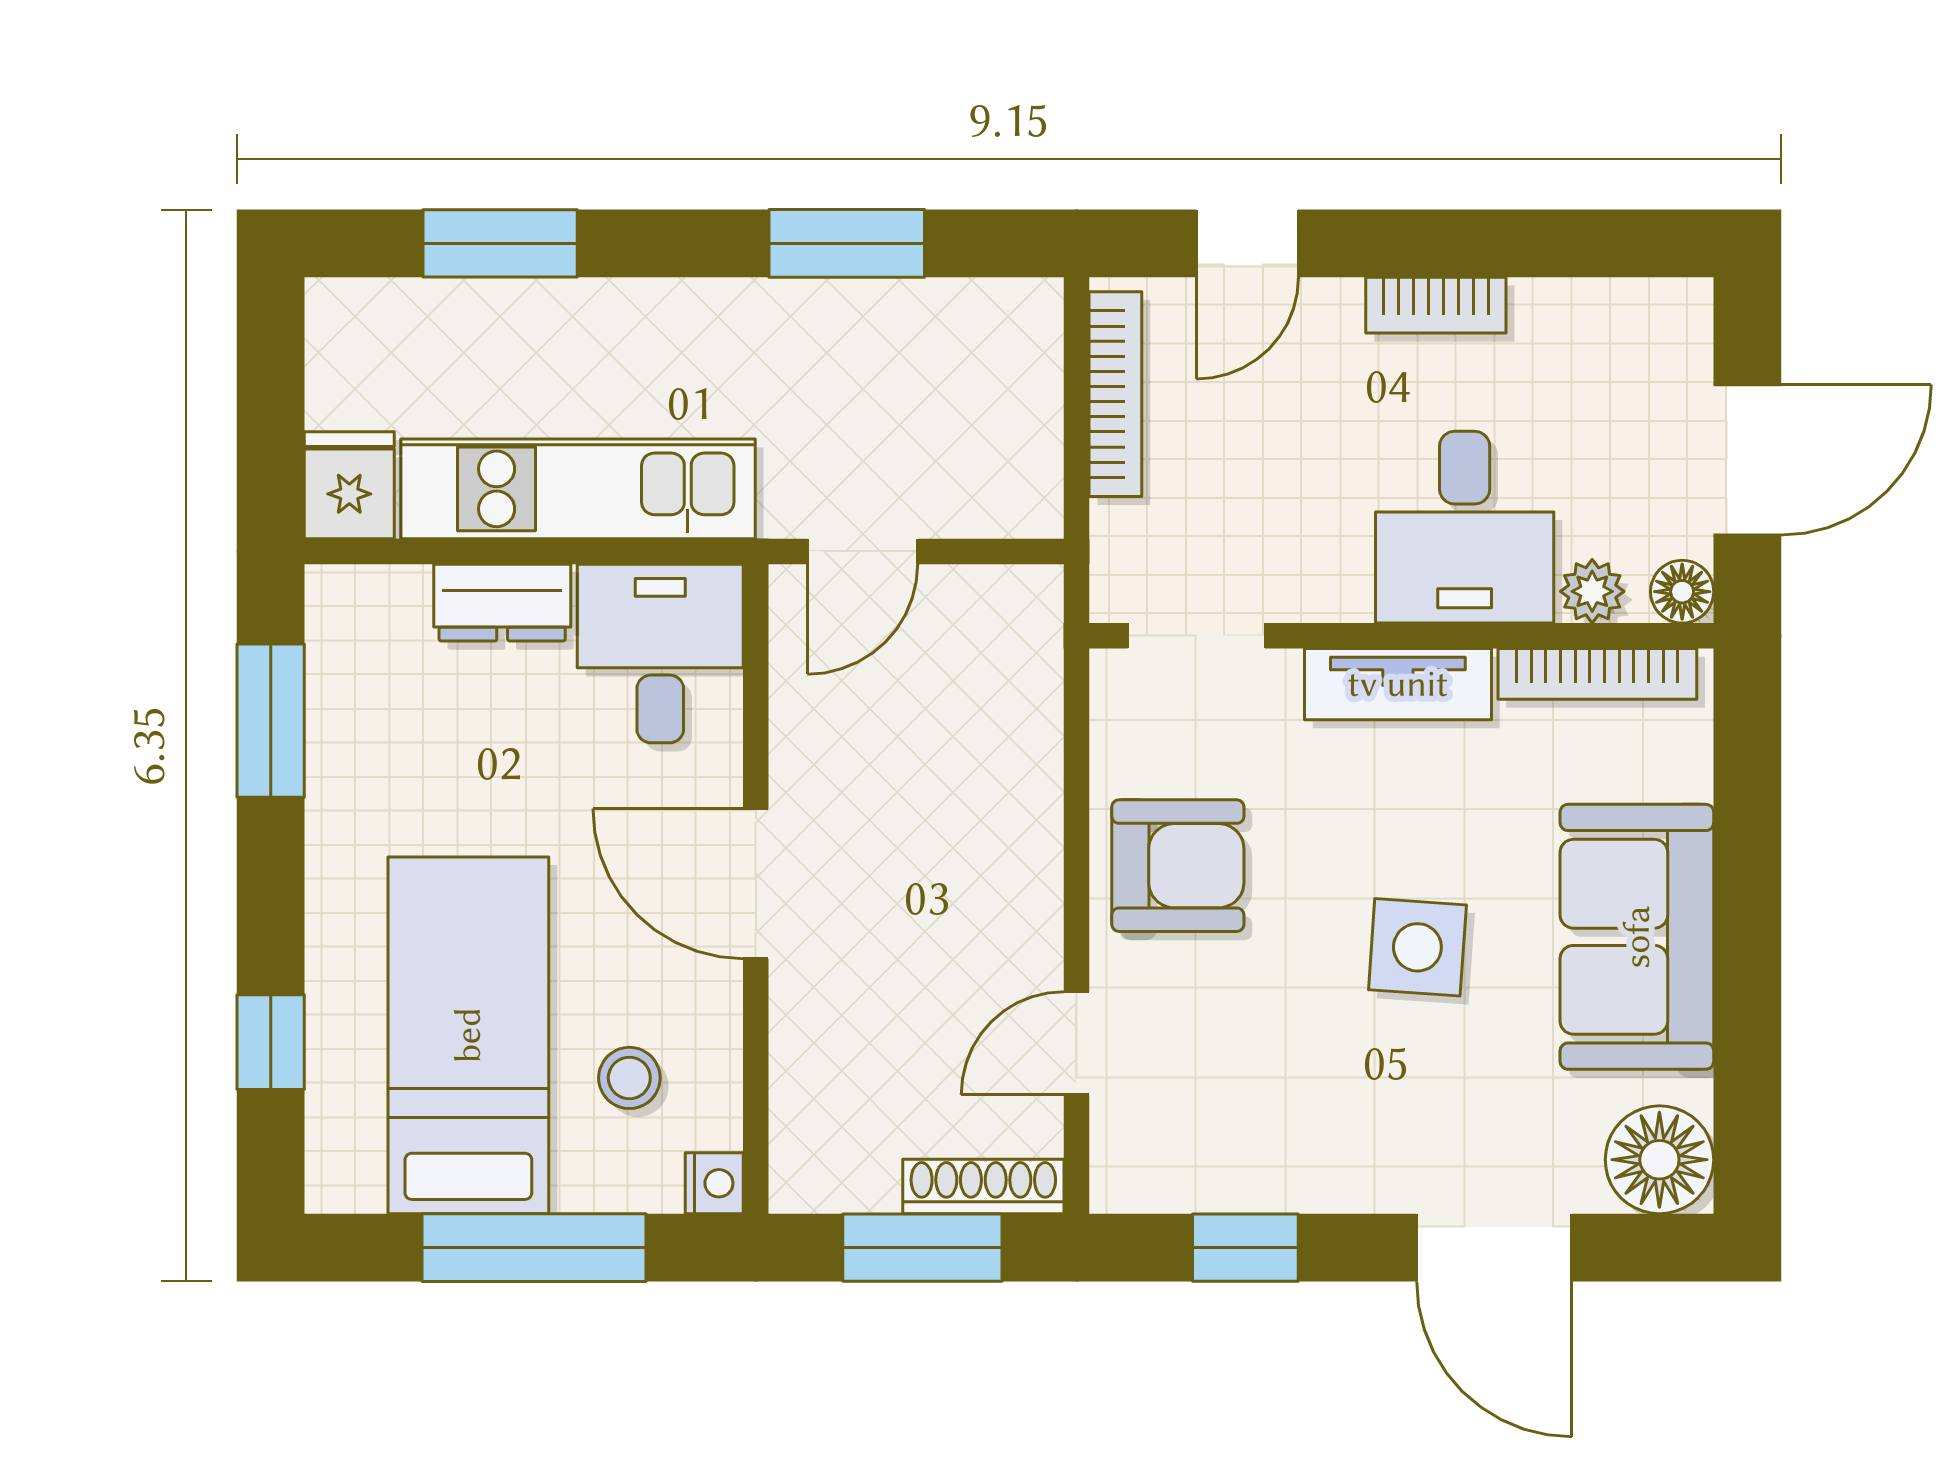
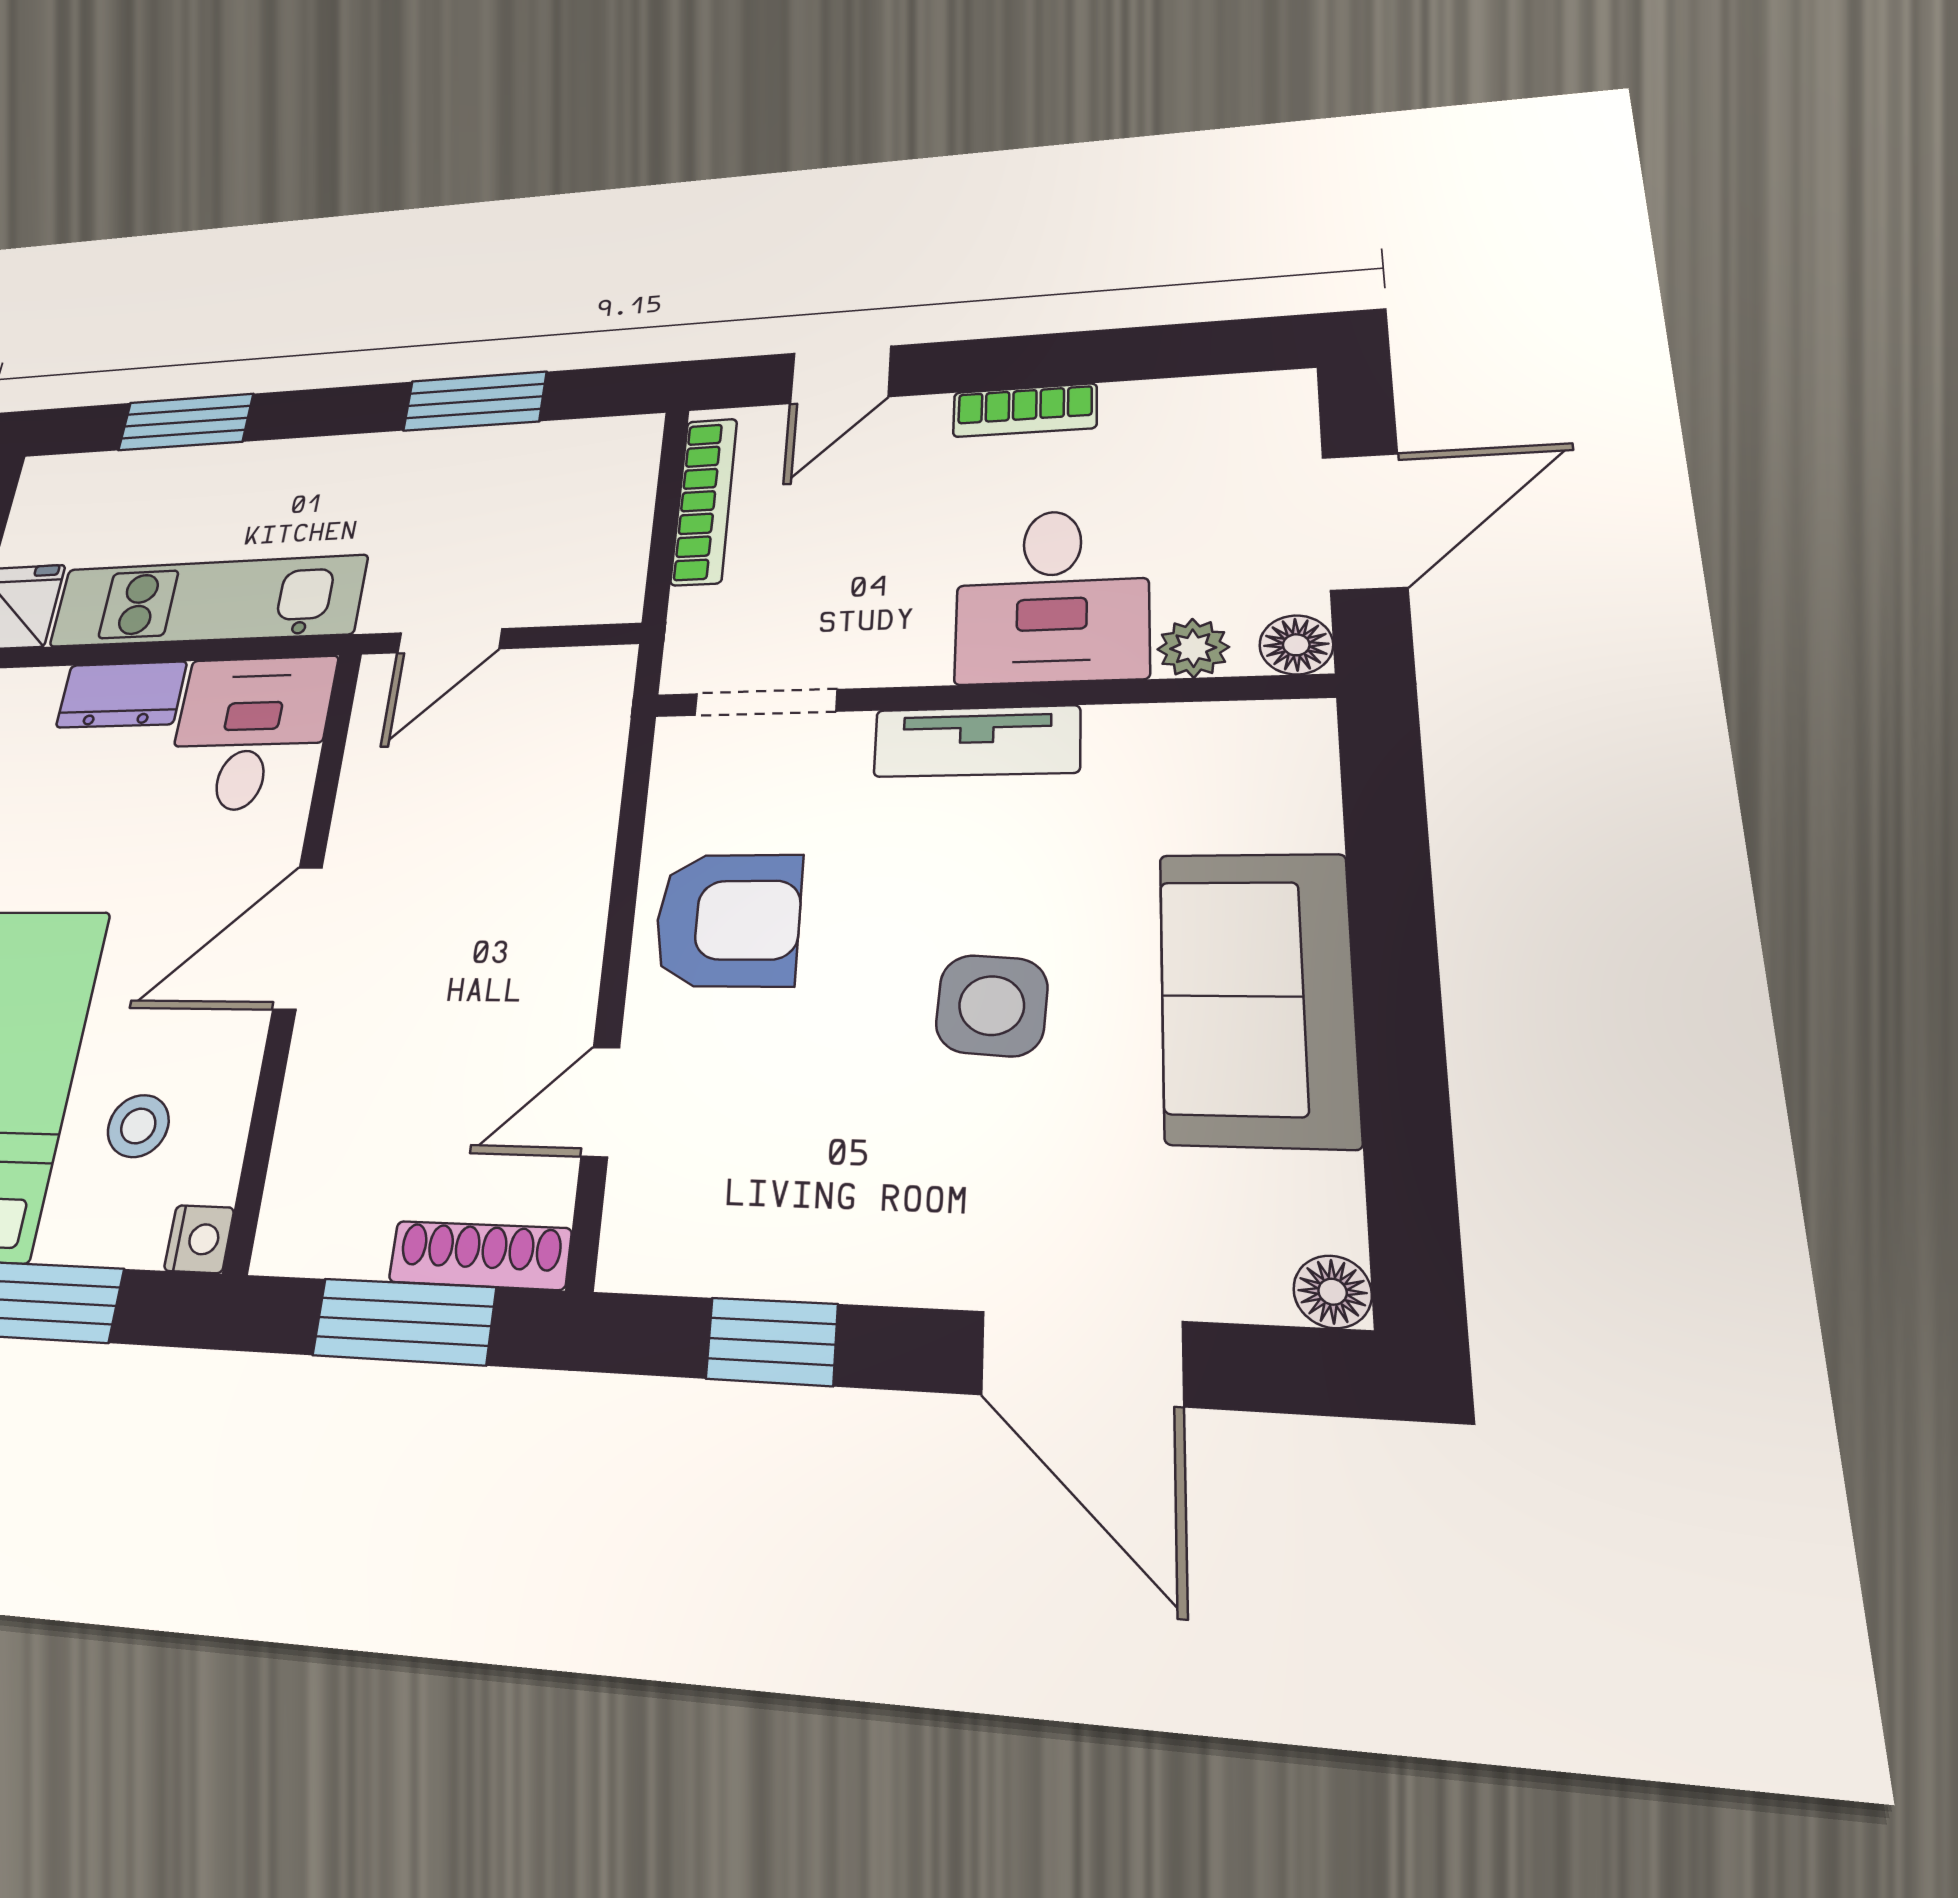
bookcase: (1597, 674) -> (1201, 726), removed
door: (756, 884) -> (298, 937), hinge flipped
floor lamp: (1659, 1160) -> (1333, 1292), width x0.53, depth x0.53

